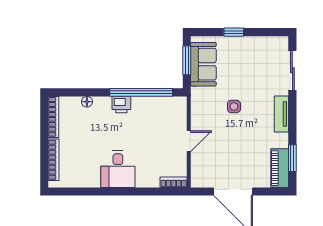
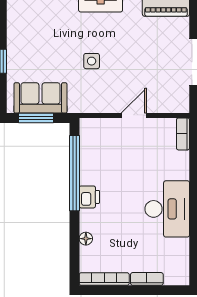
door: (189, 141) -> (134, 115), hinge flipped
bookcase: (54, 160) -> (147, 279), width x0.64
desk: (118, 169) -> (167, 209), width x1.37

